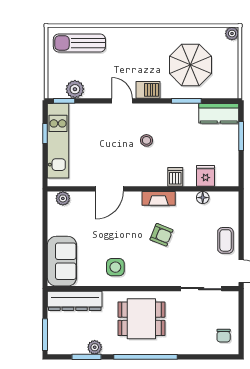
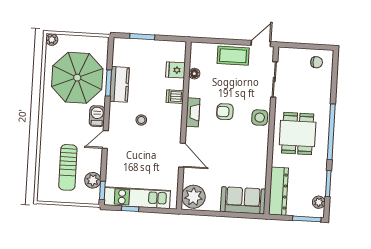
sun lounger: (79, 43) -> (68, 167), moved
parasol: (190, 65) -> (77, 78), width x1.36, depth x1.36
kitchen counter: (219, 113) -> (119, 84), moved
plant: (63, 198) -> (193, 197), width x1.87, depth x1.87
armchair: (161, 235) -> (225, 112), turned -112
coffee table: (225, 240) -> (233, 56), width x1.36, depth x1.30
side table: (115, 267) -> (260, 118), moved
plant: (95, 347) -> (319, 202), moved

